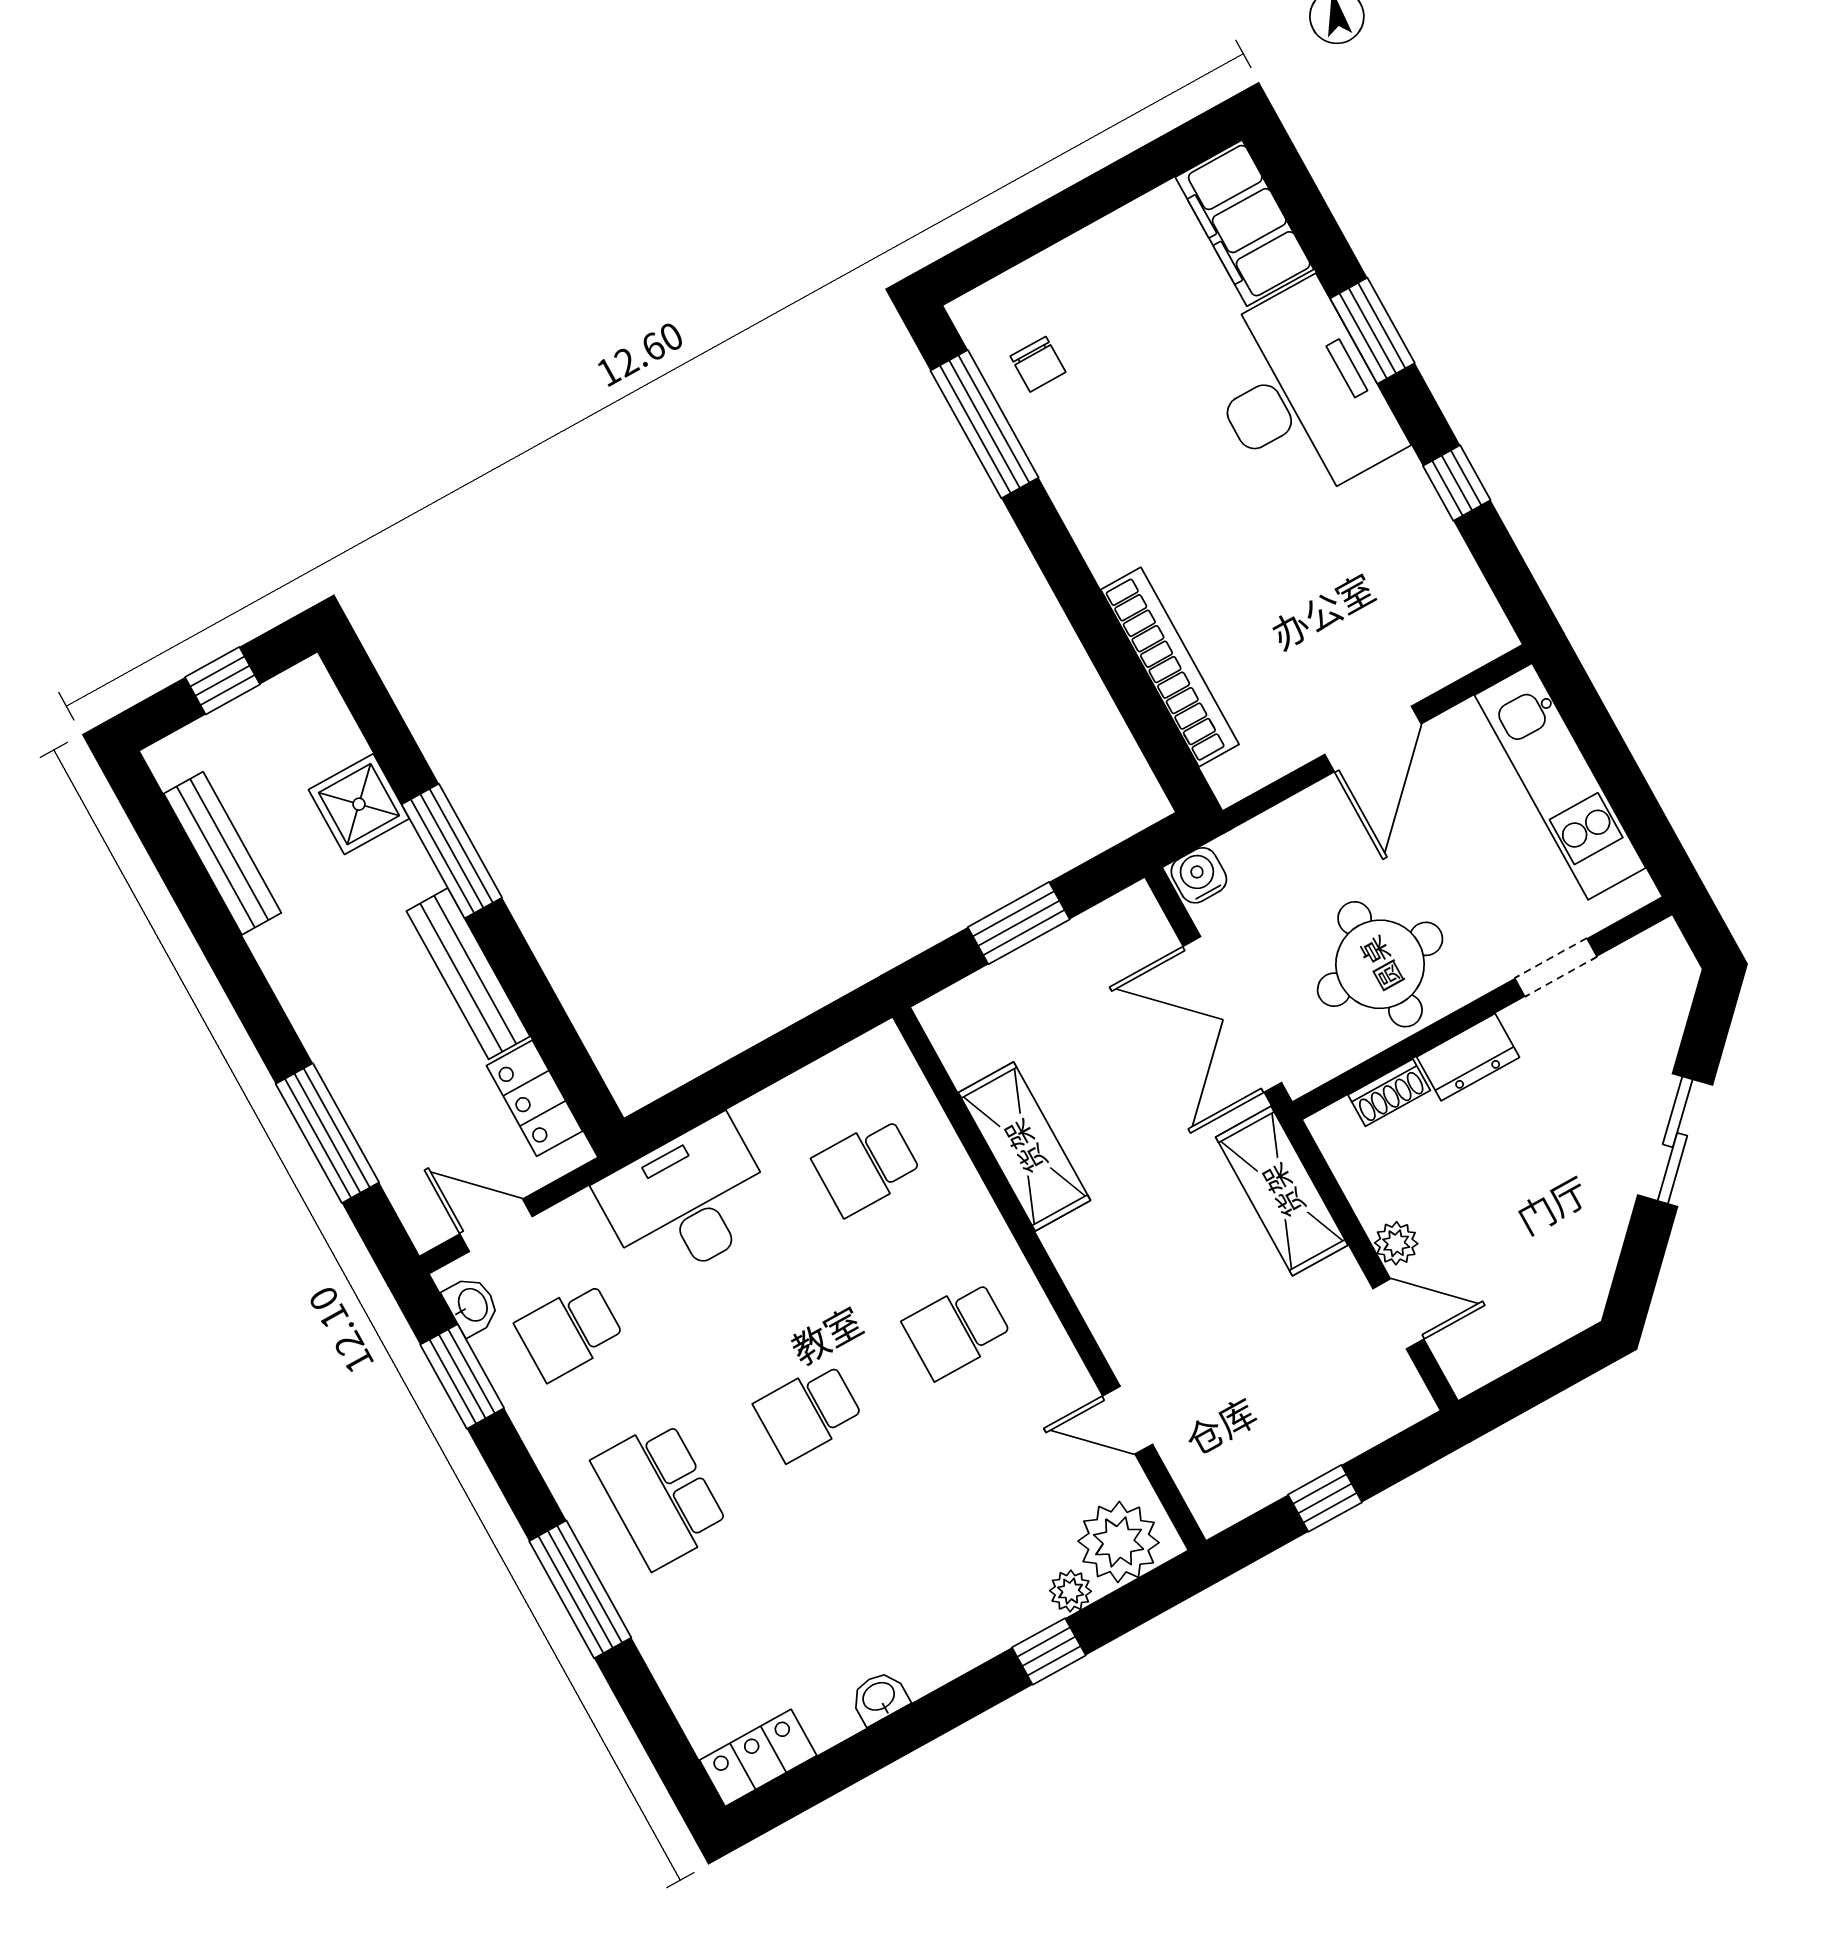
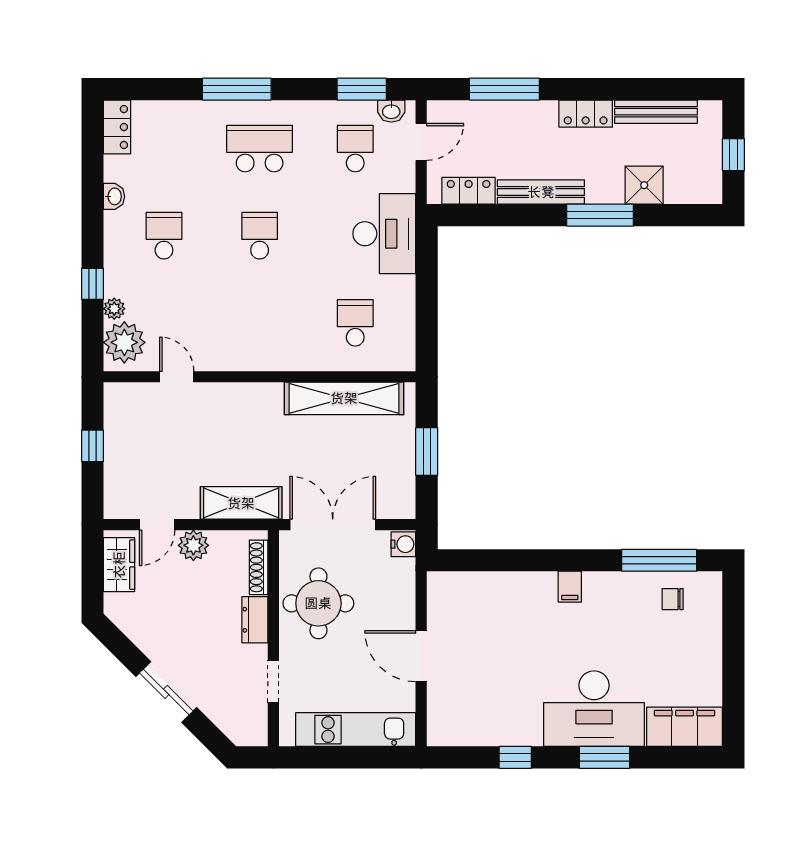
filing cabinet: (1114, 551) -> (570, 587), added
bookcase: (1170, 667) -> (504, 583), removed
locker: (292, 971) -> (586, 114), added
shoe rack: (1389, 1093) -> (259, 567), width x1.43
shelving: (1024, 1147) -> (344, 398), width x1.47
plant: (1396, 1243) -> (193, 545), width x1.38, depth x1.38
school desk: (957, 1330) -> (164, 236), moved
wardrobe: (1502, 1341) -> (119, 565), added
door: (1128, 1420) -> (177, 377), hinge flipped

